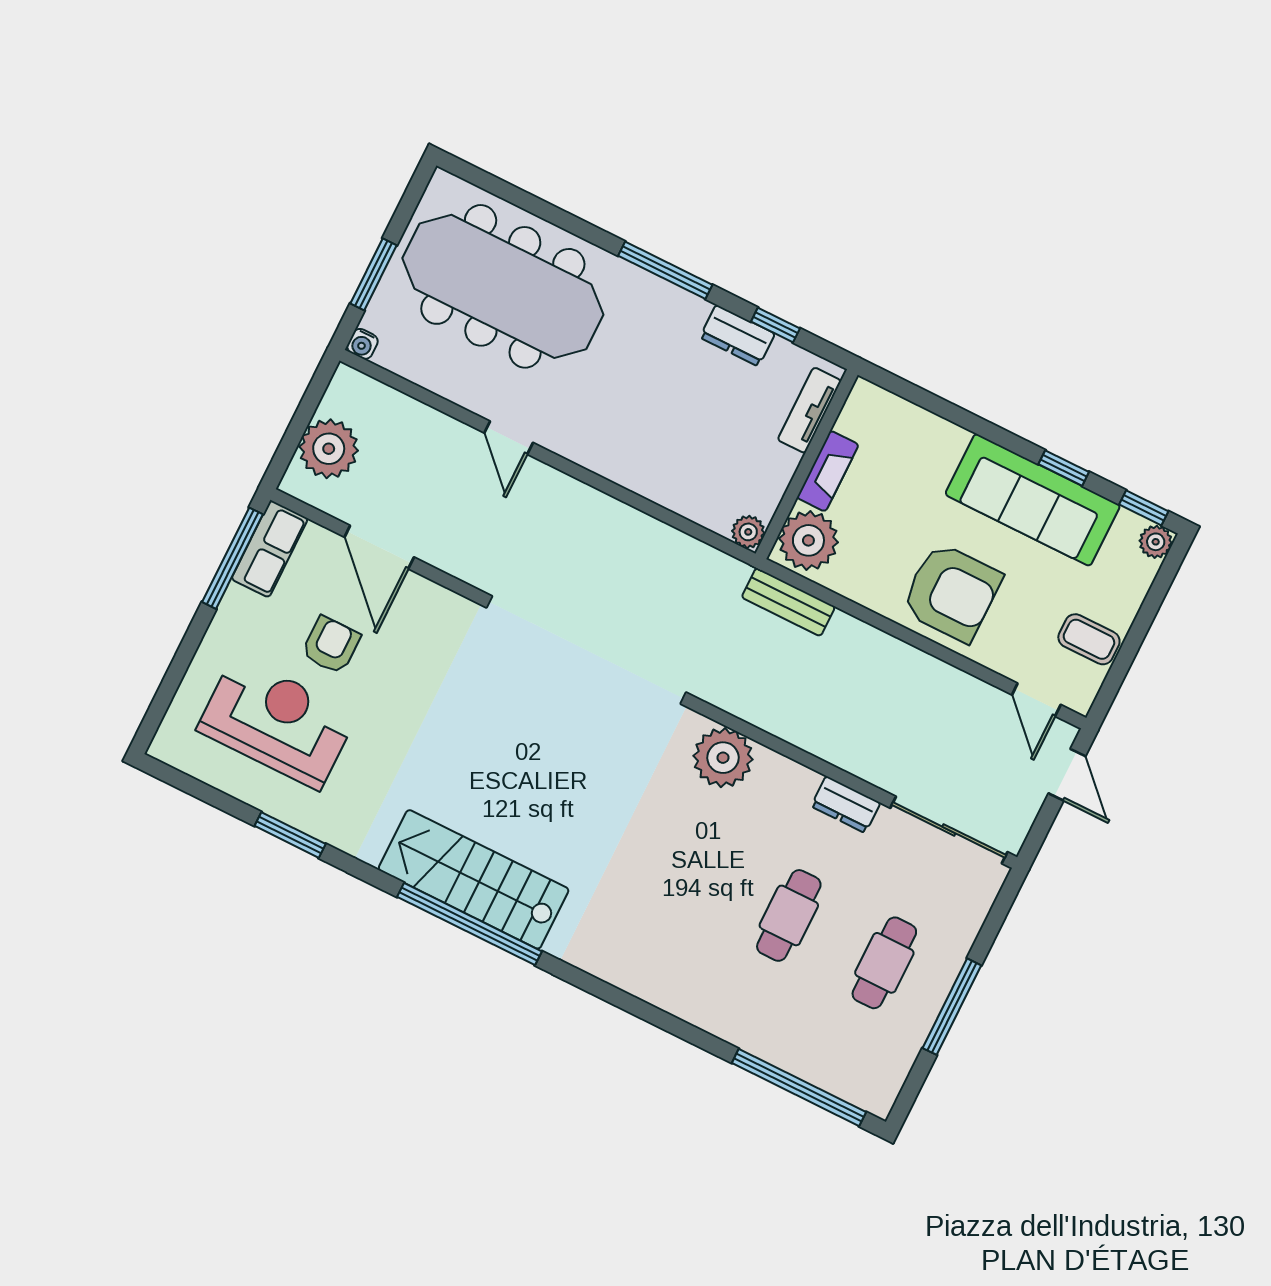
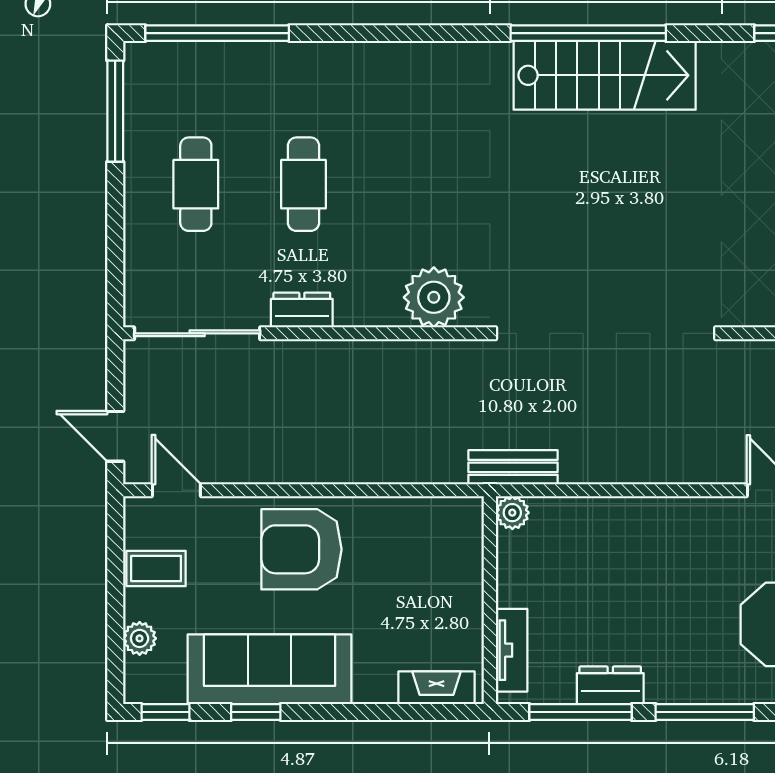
window: (775, 325) -> (581, 712), width x2.17
fireplace: (828, 471) -> (436, 688), moved, turned 90
plant: (808, 540) -> (454, 532), removed
plant: (1156, 542) -> (140, 638), moved
bench: (788, 602) -> (513, 467), moved
window: (952, 1007) -> (115, 111), moved

